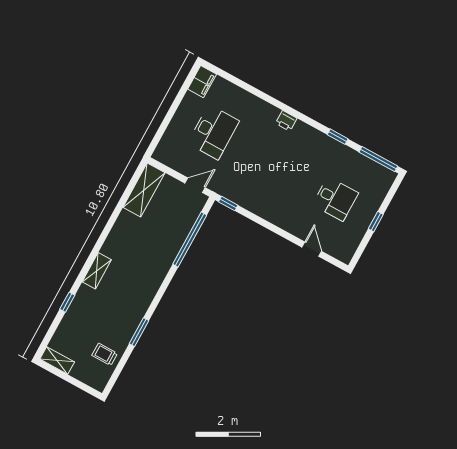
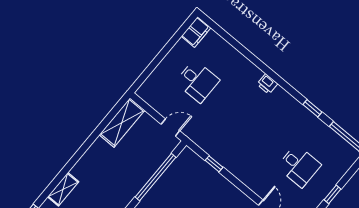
desk: (213, 132) -> (197, 81), width x0.73
window: (228, 203) -> (214, 164), moved

